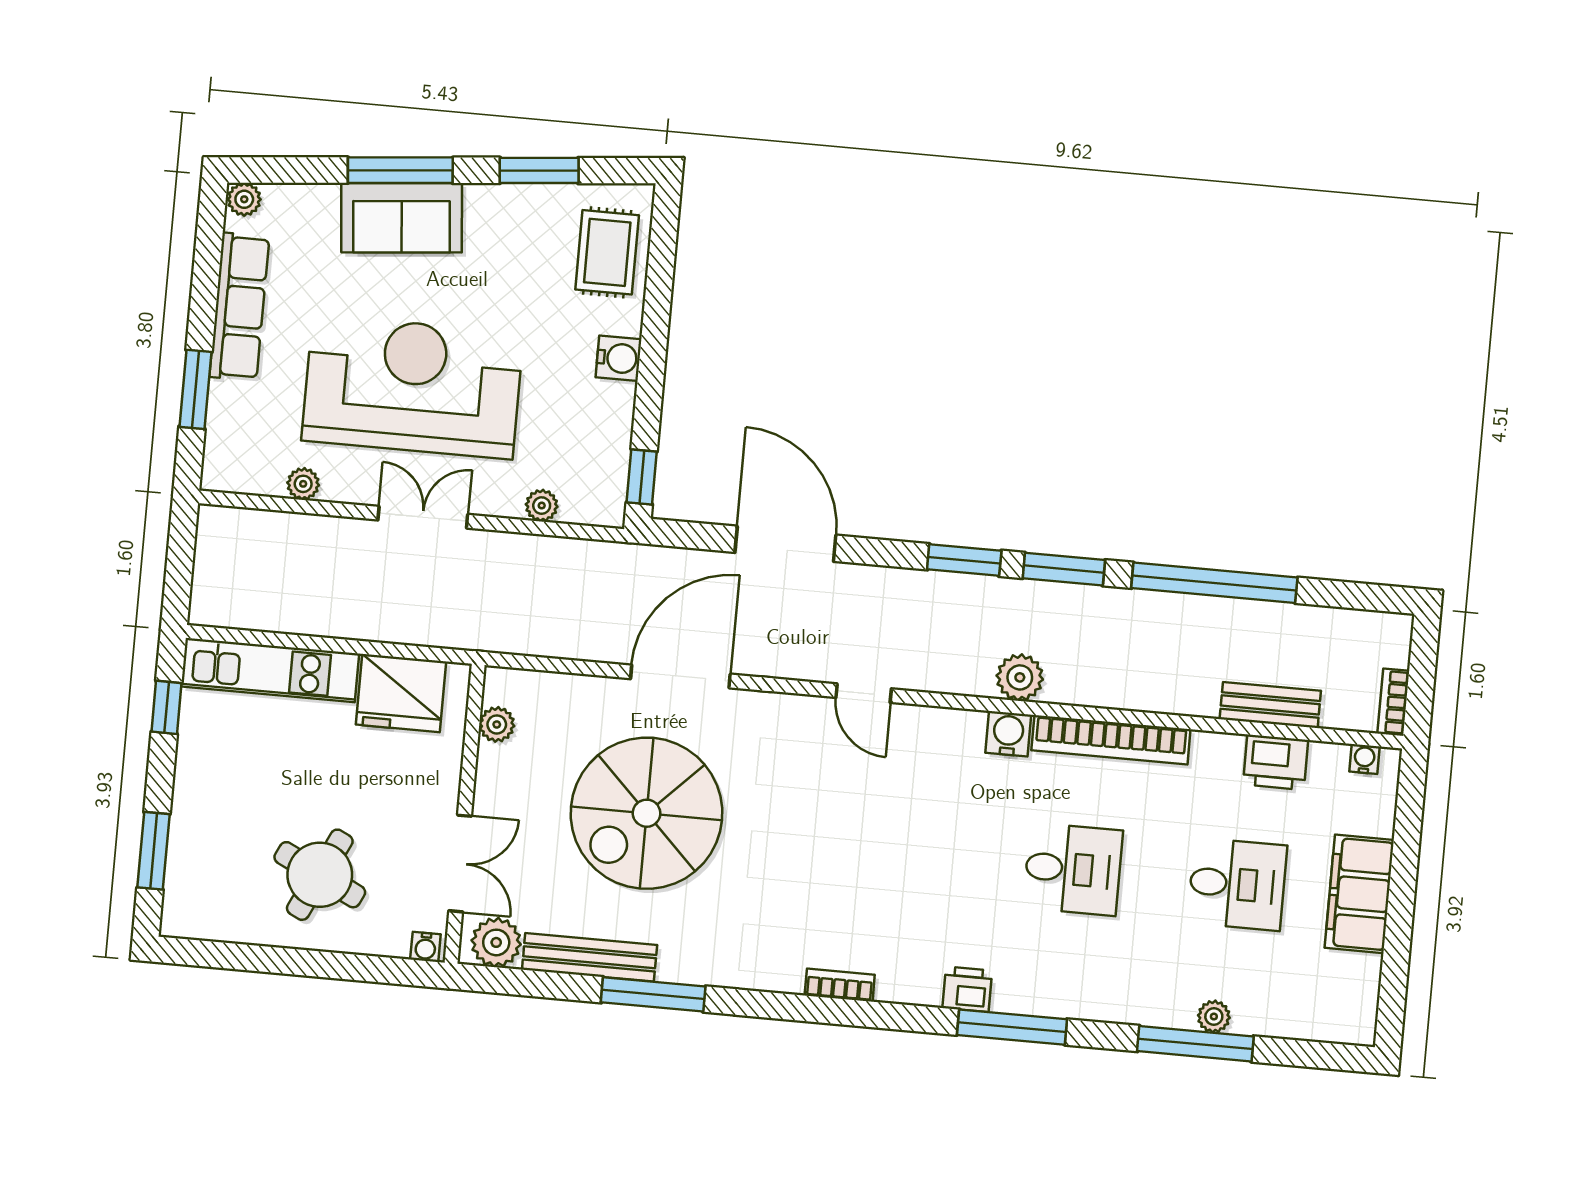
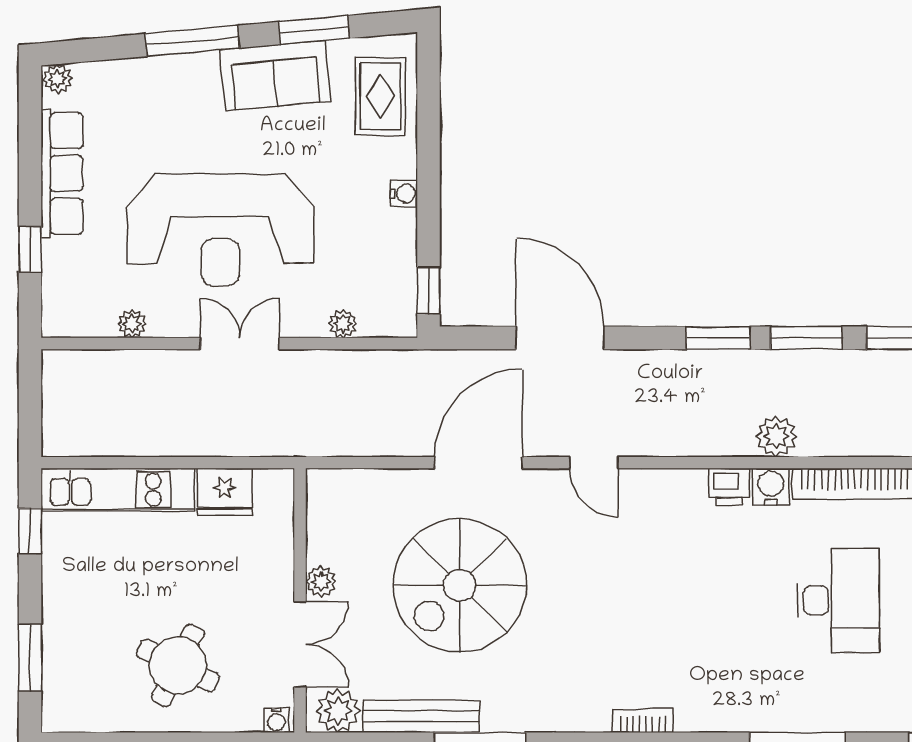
sofa: (402, 218) -> (275, 75), moved
water cooler: (619, 358) -> (404, 193), width x0.72, depth x0.72
reception desk: (413, 387) -> (220, 230), turned 180
window: (195, 389) -> (30, 249), width x0.67
fridge: (401, 693) -> (225, 492), width x0.73, depth x0.75
door: (864, 693) -> (594, 463), moved
plant: (497, 724) -> (321, 582), moved
desk: (1073, 869) -> (838, 600), width x1.37
printer: (967, 989) -> (729, 487), moved, turned 180

